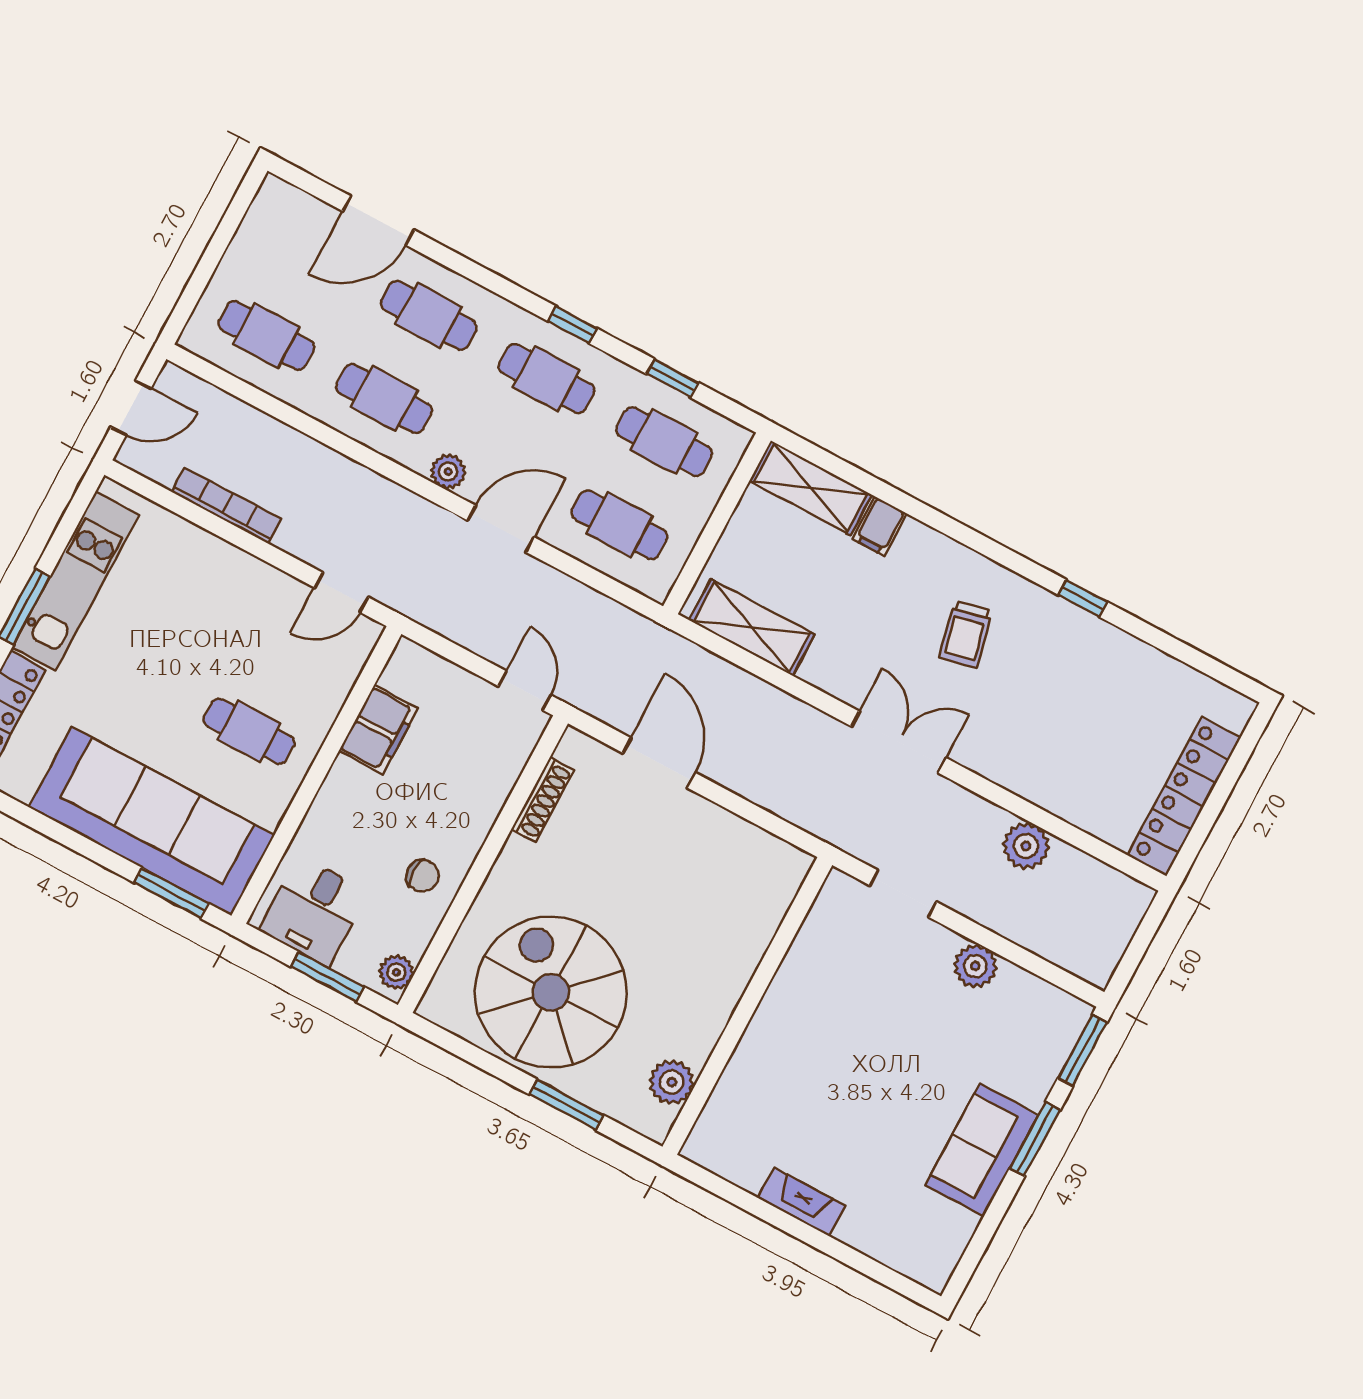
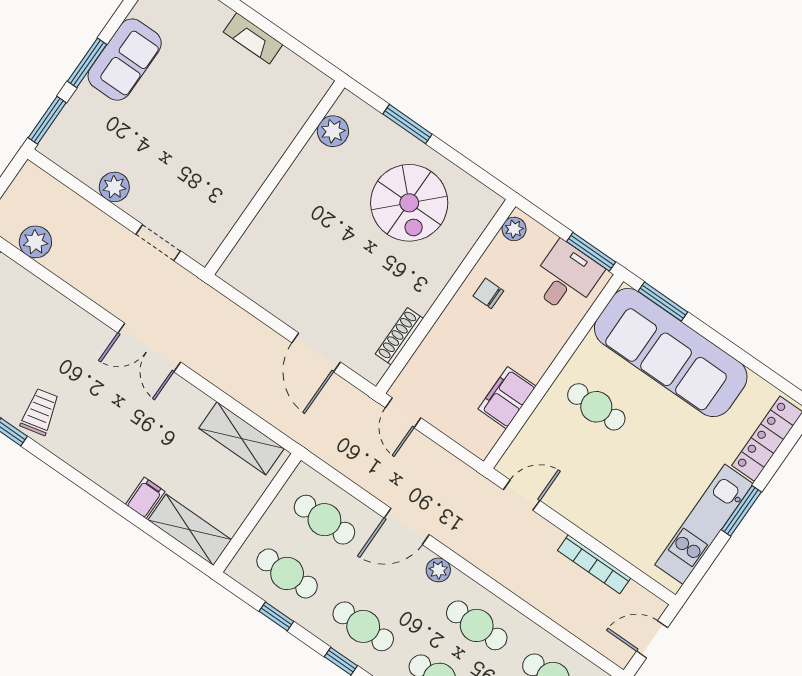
trolley: (966, 634) -> (40, 412), moved
plant: (1026, 846) -> (35, 242), moved
window: (327, 977) -> (591, 252), moved
spiral stairs: (551, 992) -> (409, 203), width x0.73, depth x0.73

